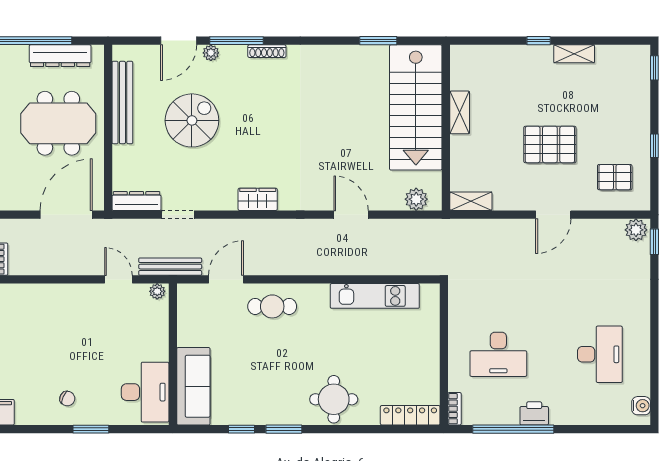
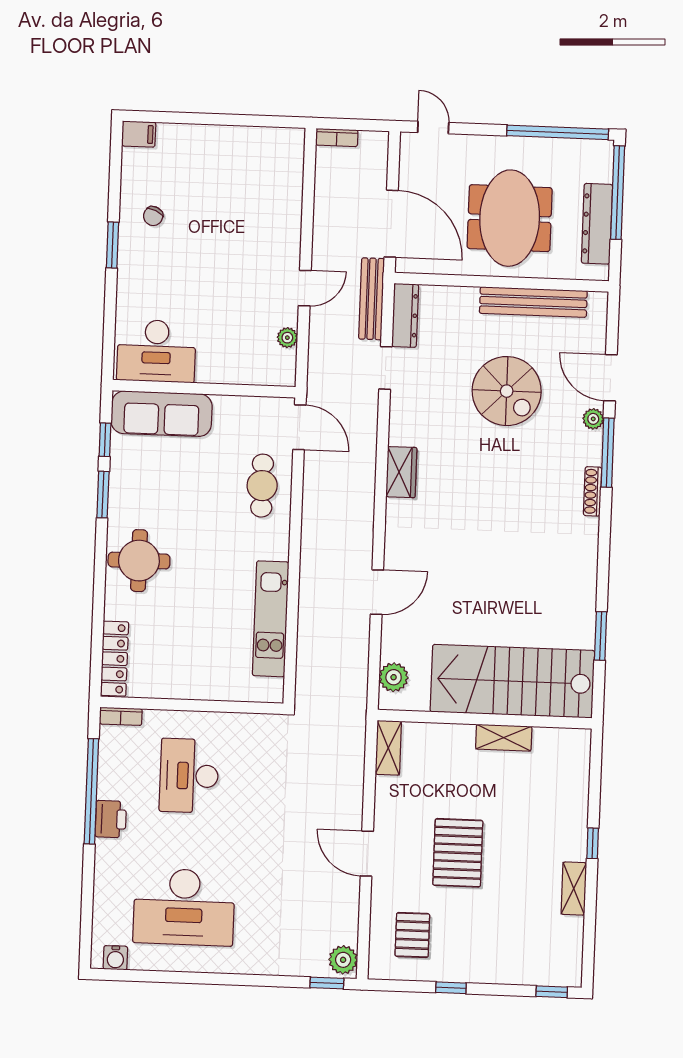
bench: (170, 267) -> (372, 299), moved
wall: (173, 354) -> (204, 389), moved
desk: (600, 354) -> (184, 907), width x1.36, depth x1.30
sofa: (193, 386) -> (162, 414), moved
desk: (145, 392) -> (156, 351), moved

